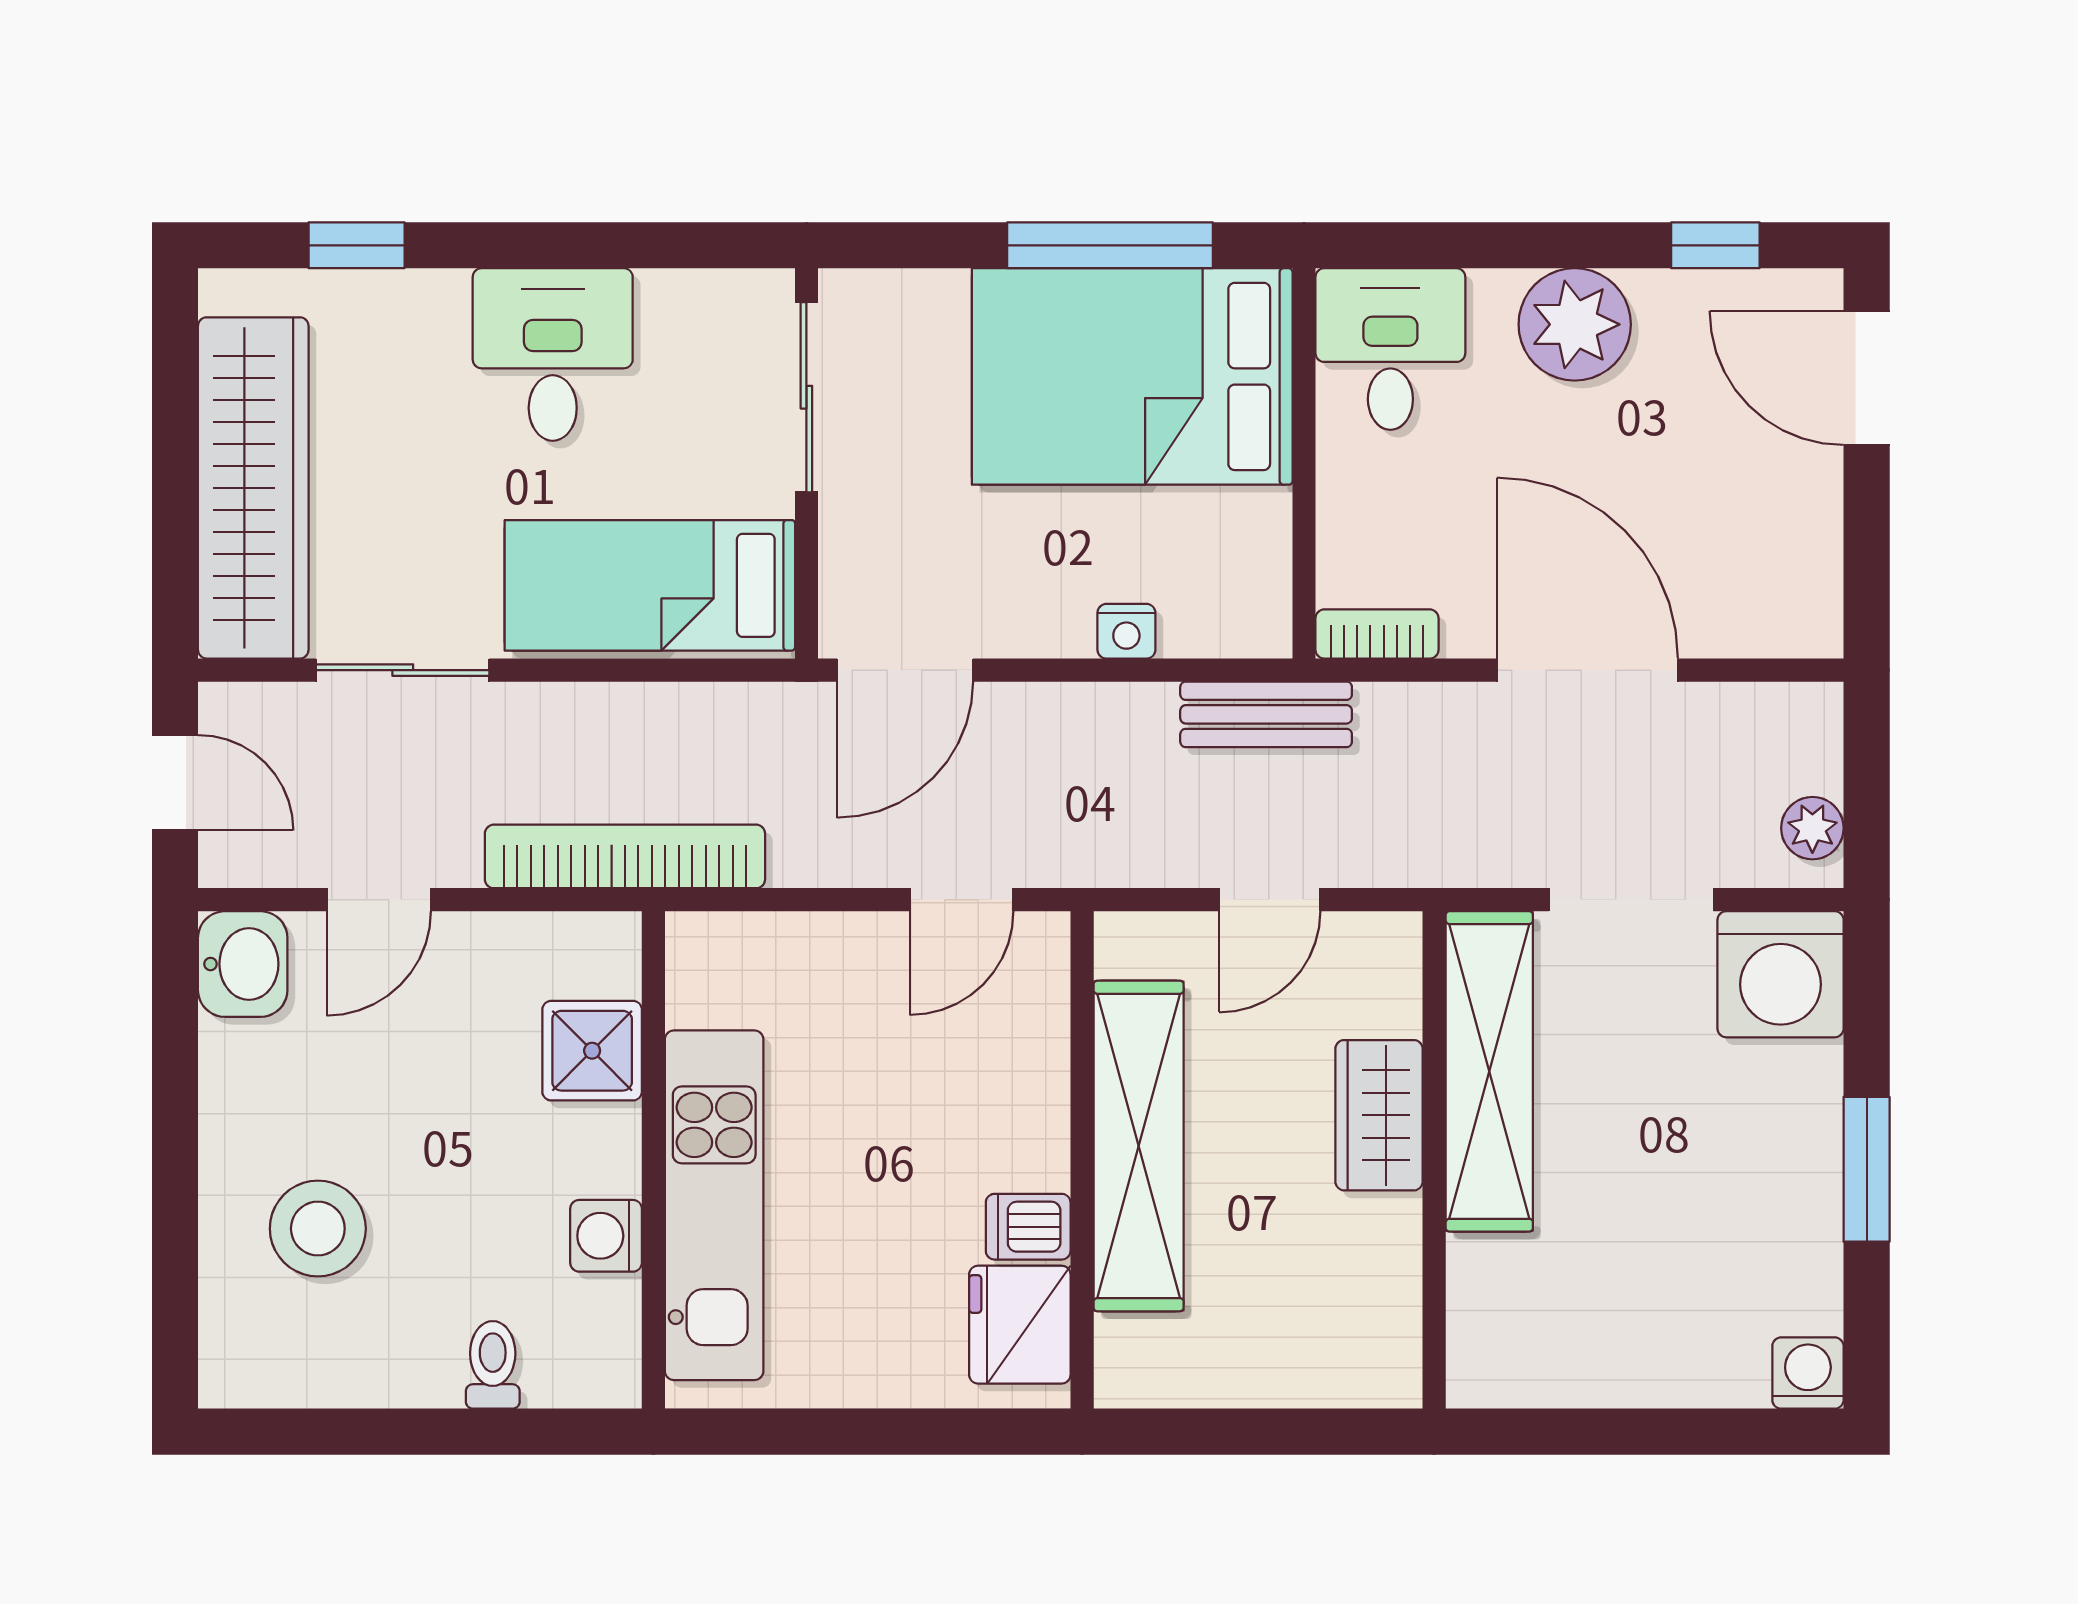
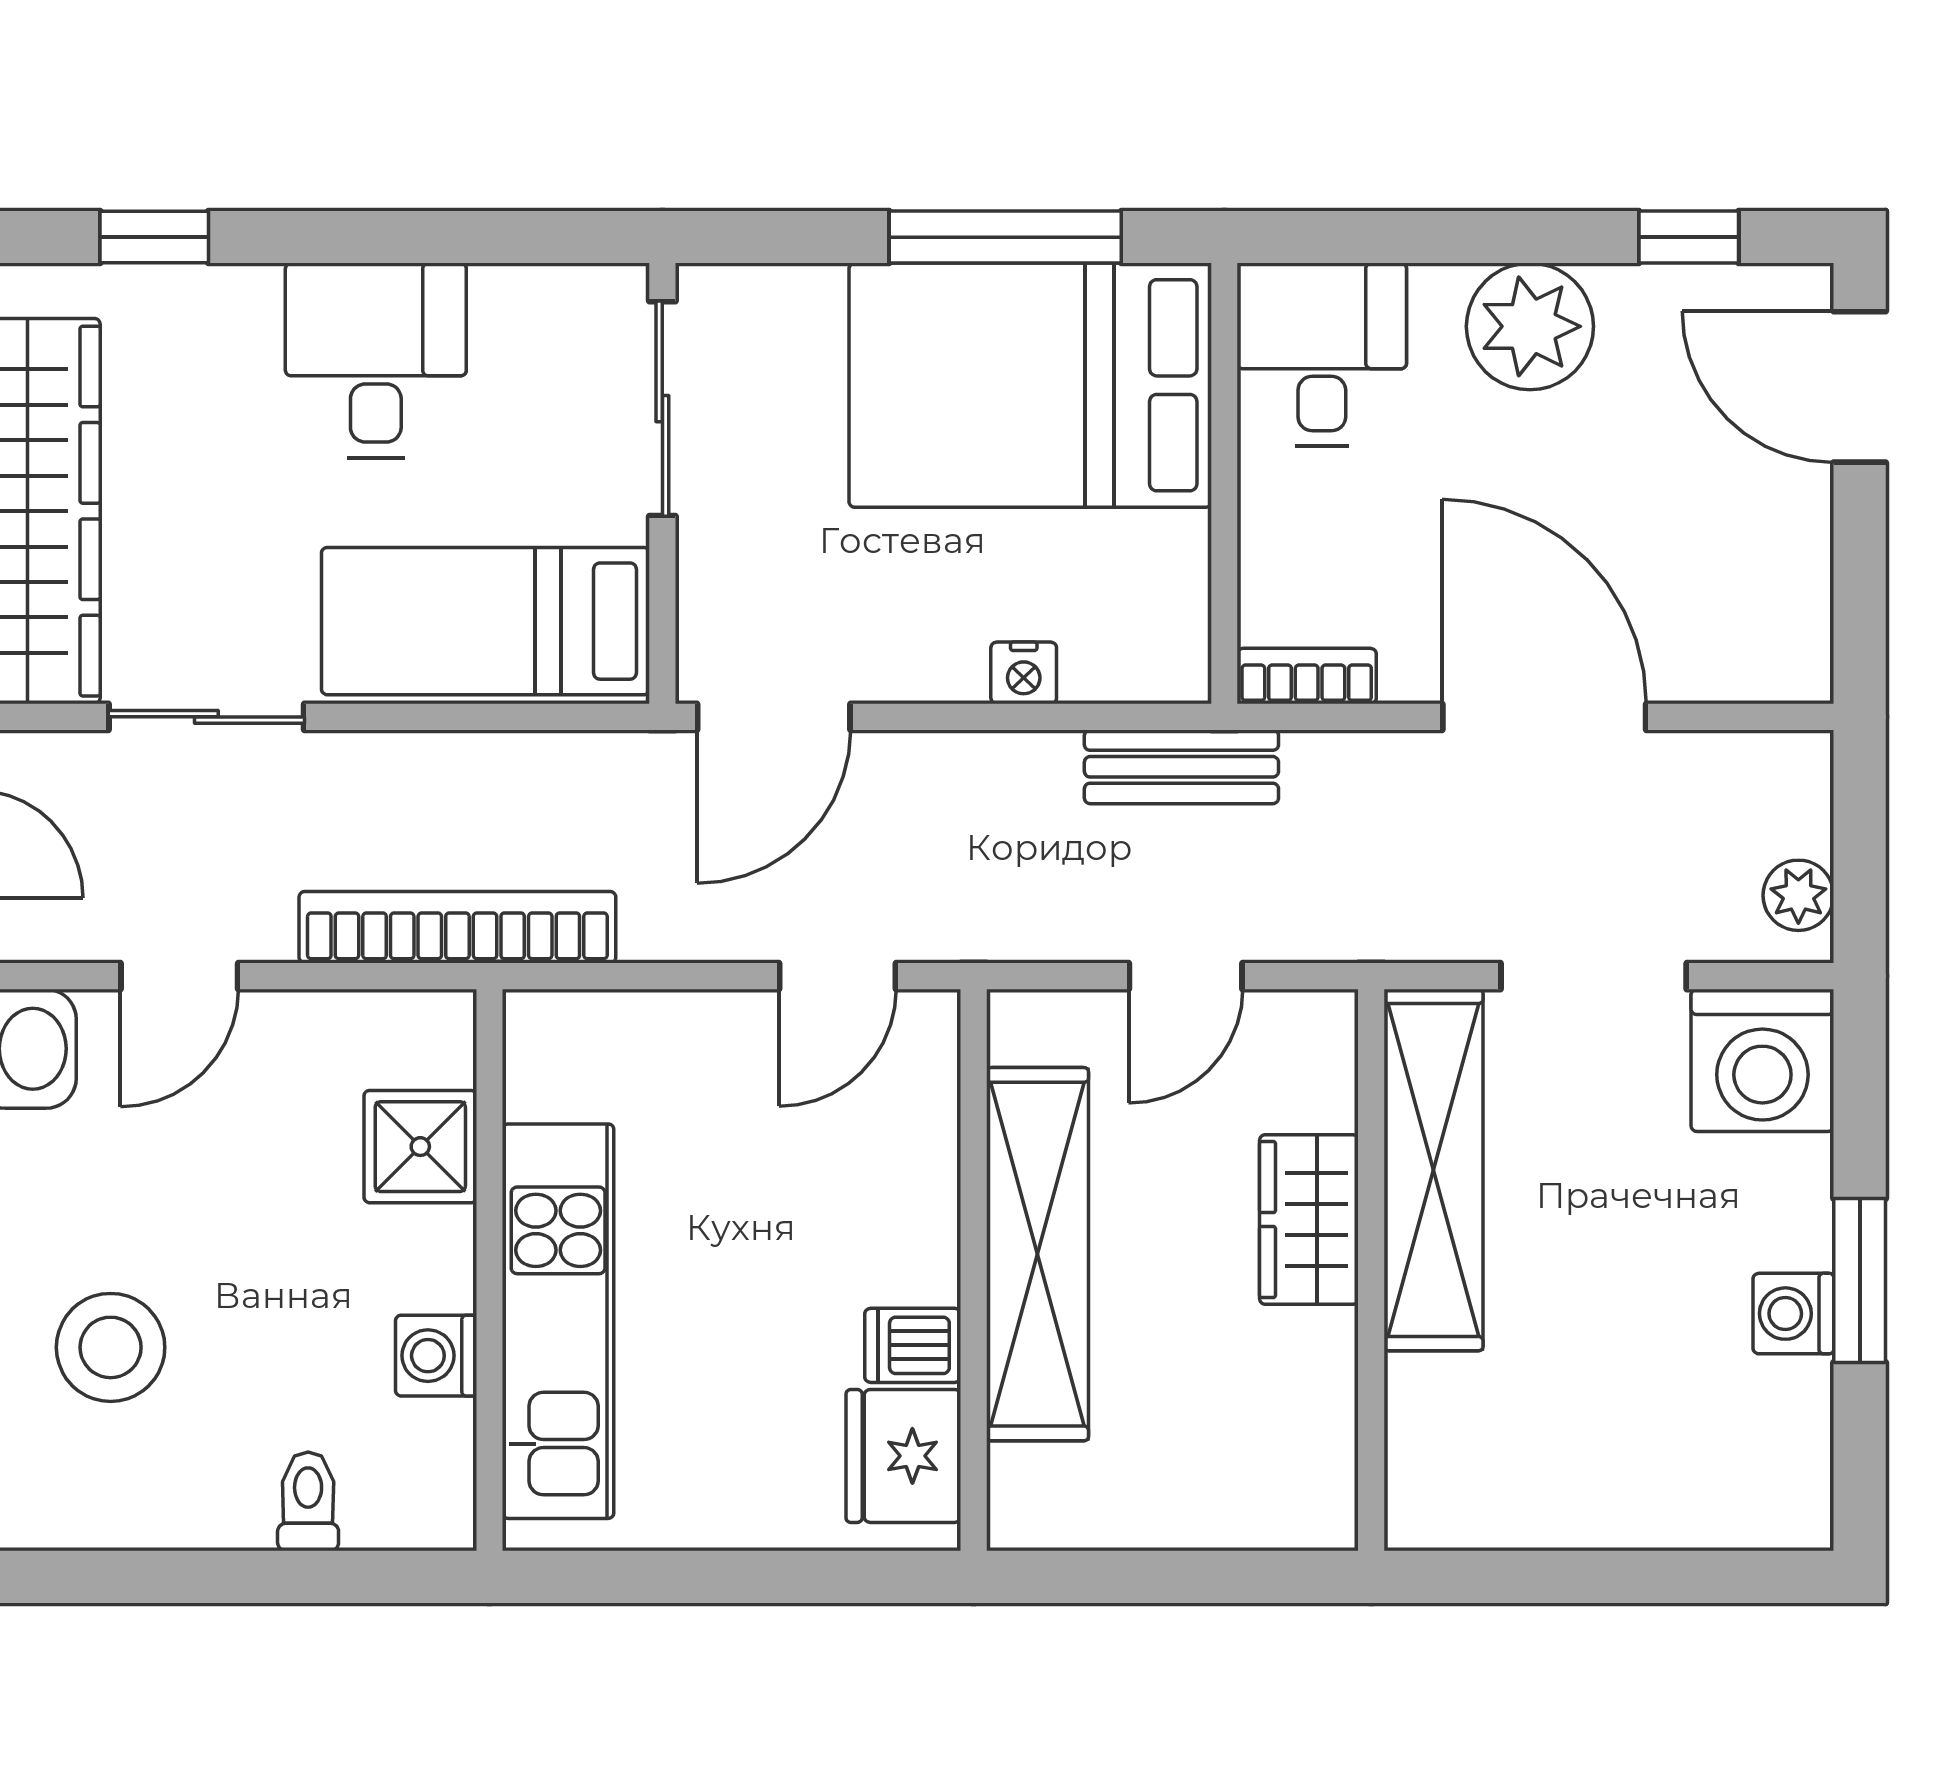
washing machine: (1808, 1373) -> (1793, 1314), moved, turned -90

